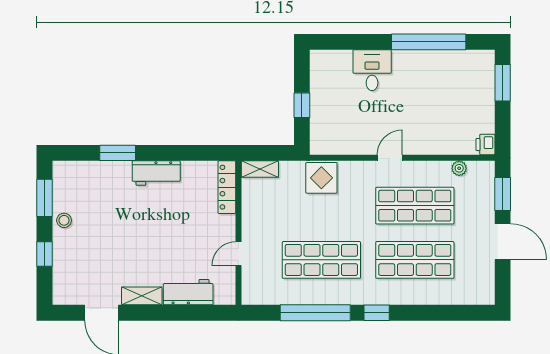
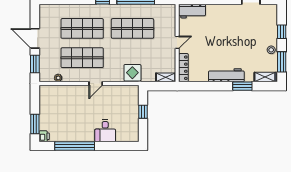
printer: (485, 145) -> (44, 136), moved
workbench: (156, 173) -> (226, 75), width x1.38
door: (238, 254) -> (177, 42), moved
workbench: (188, 292) -> (192, 11), moved
shelving: (142, 296) -> (265, 77), moved

